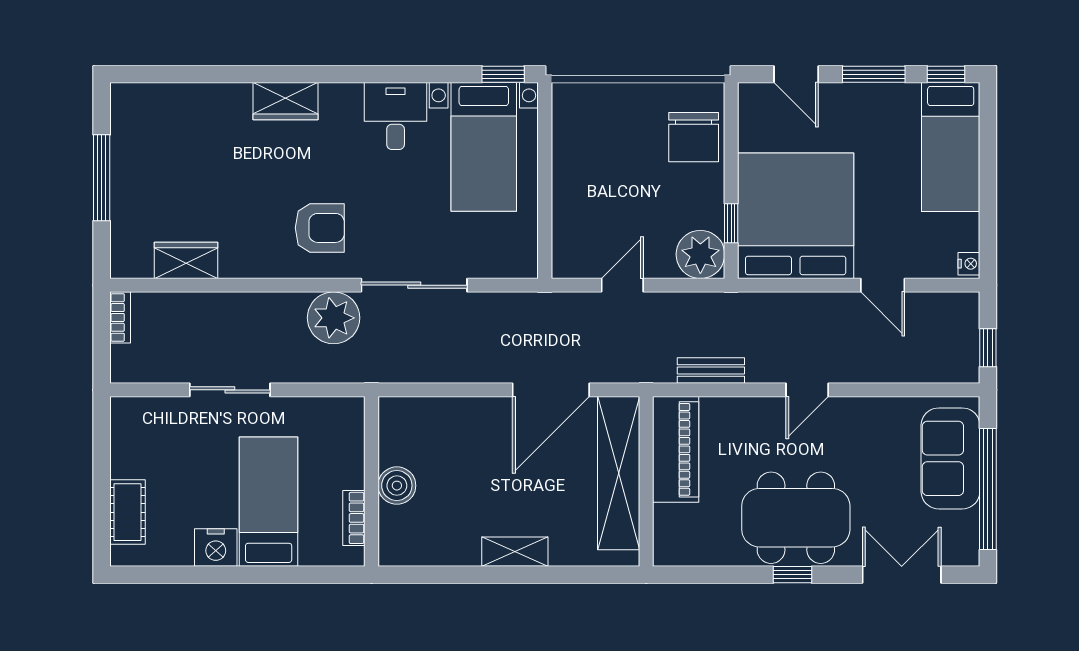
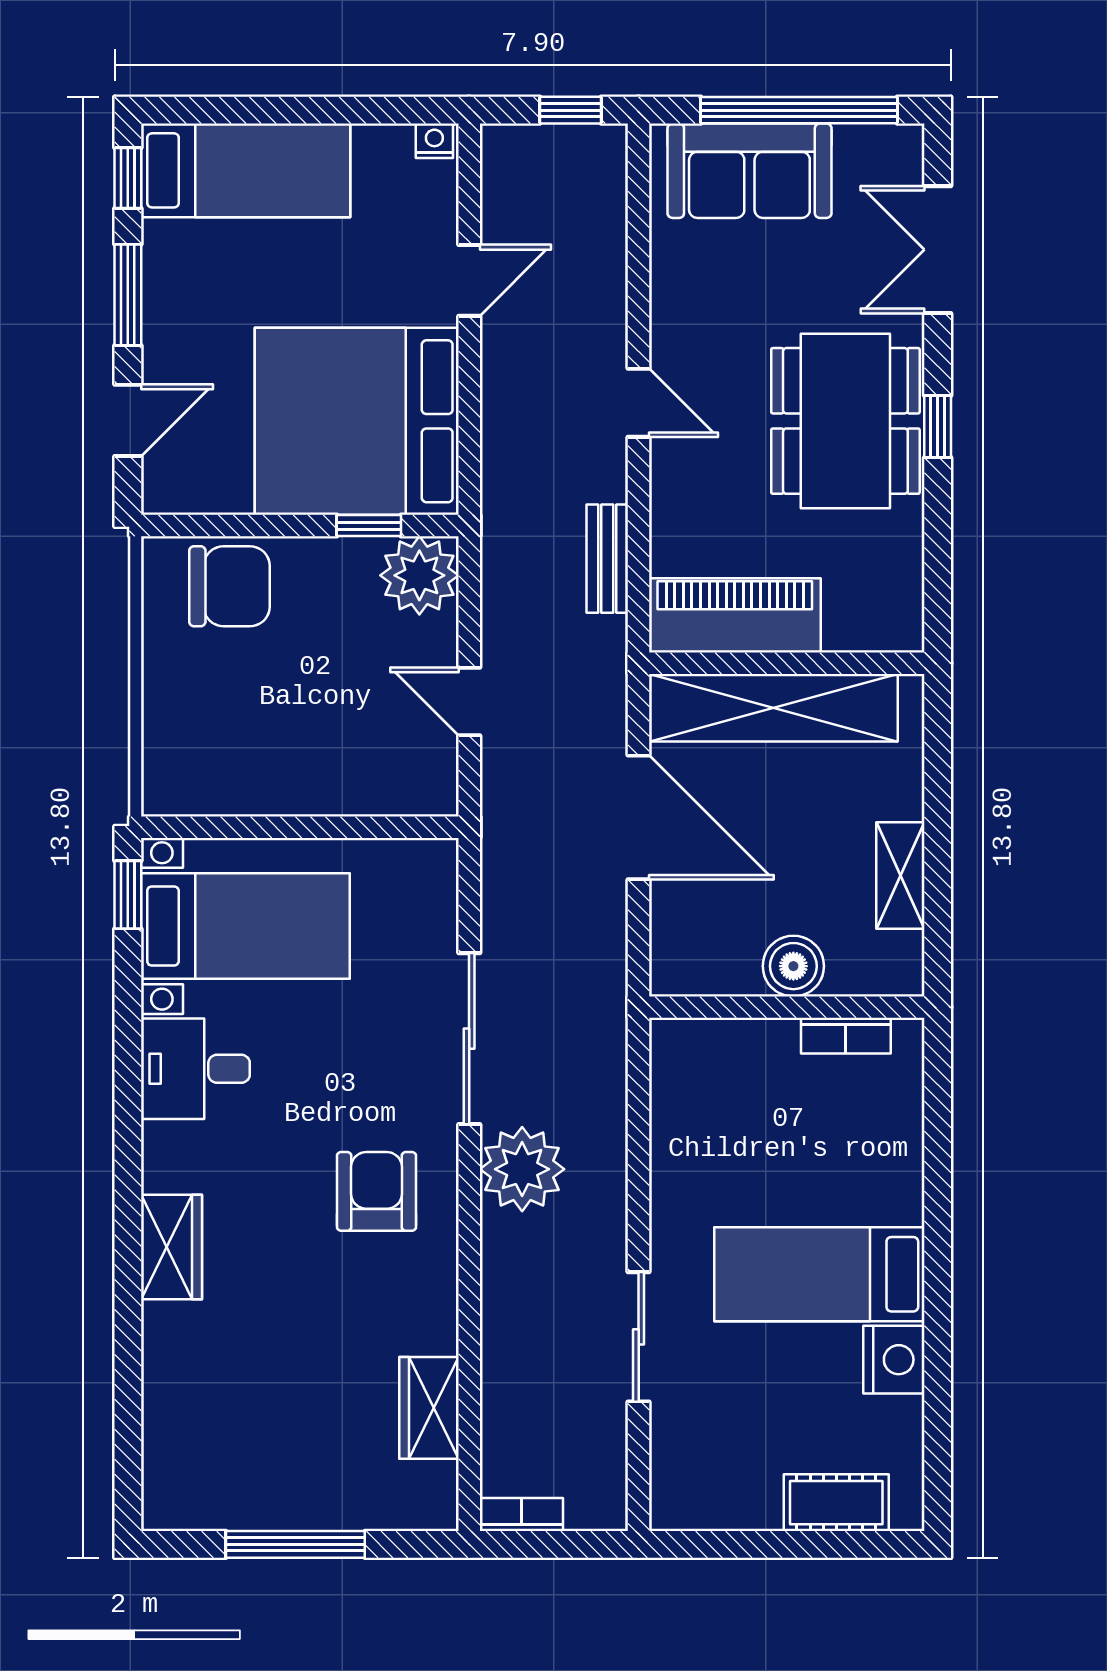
wall: (371, 481) -> (787, 1007), moved
boiler: (397, 486) -> (793, 966), moved
bookcase: (354, 518) -> (846, 1036), moved

